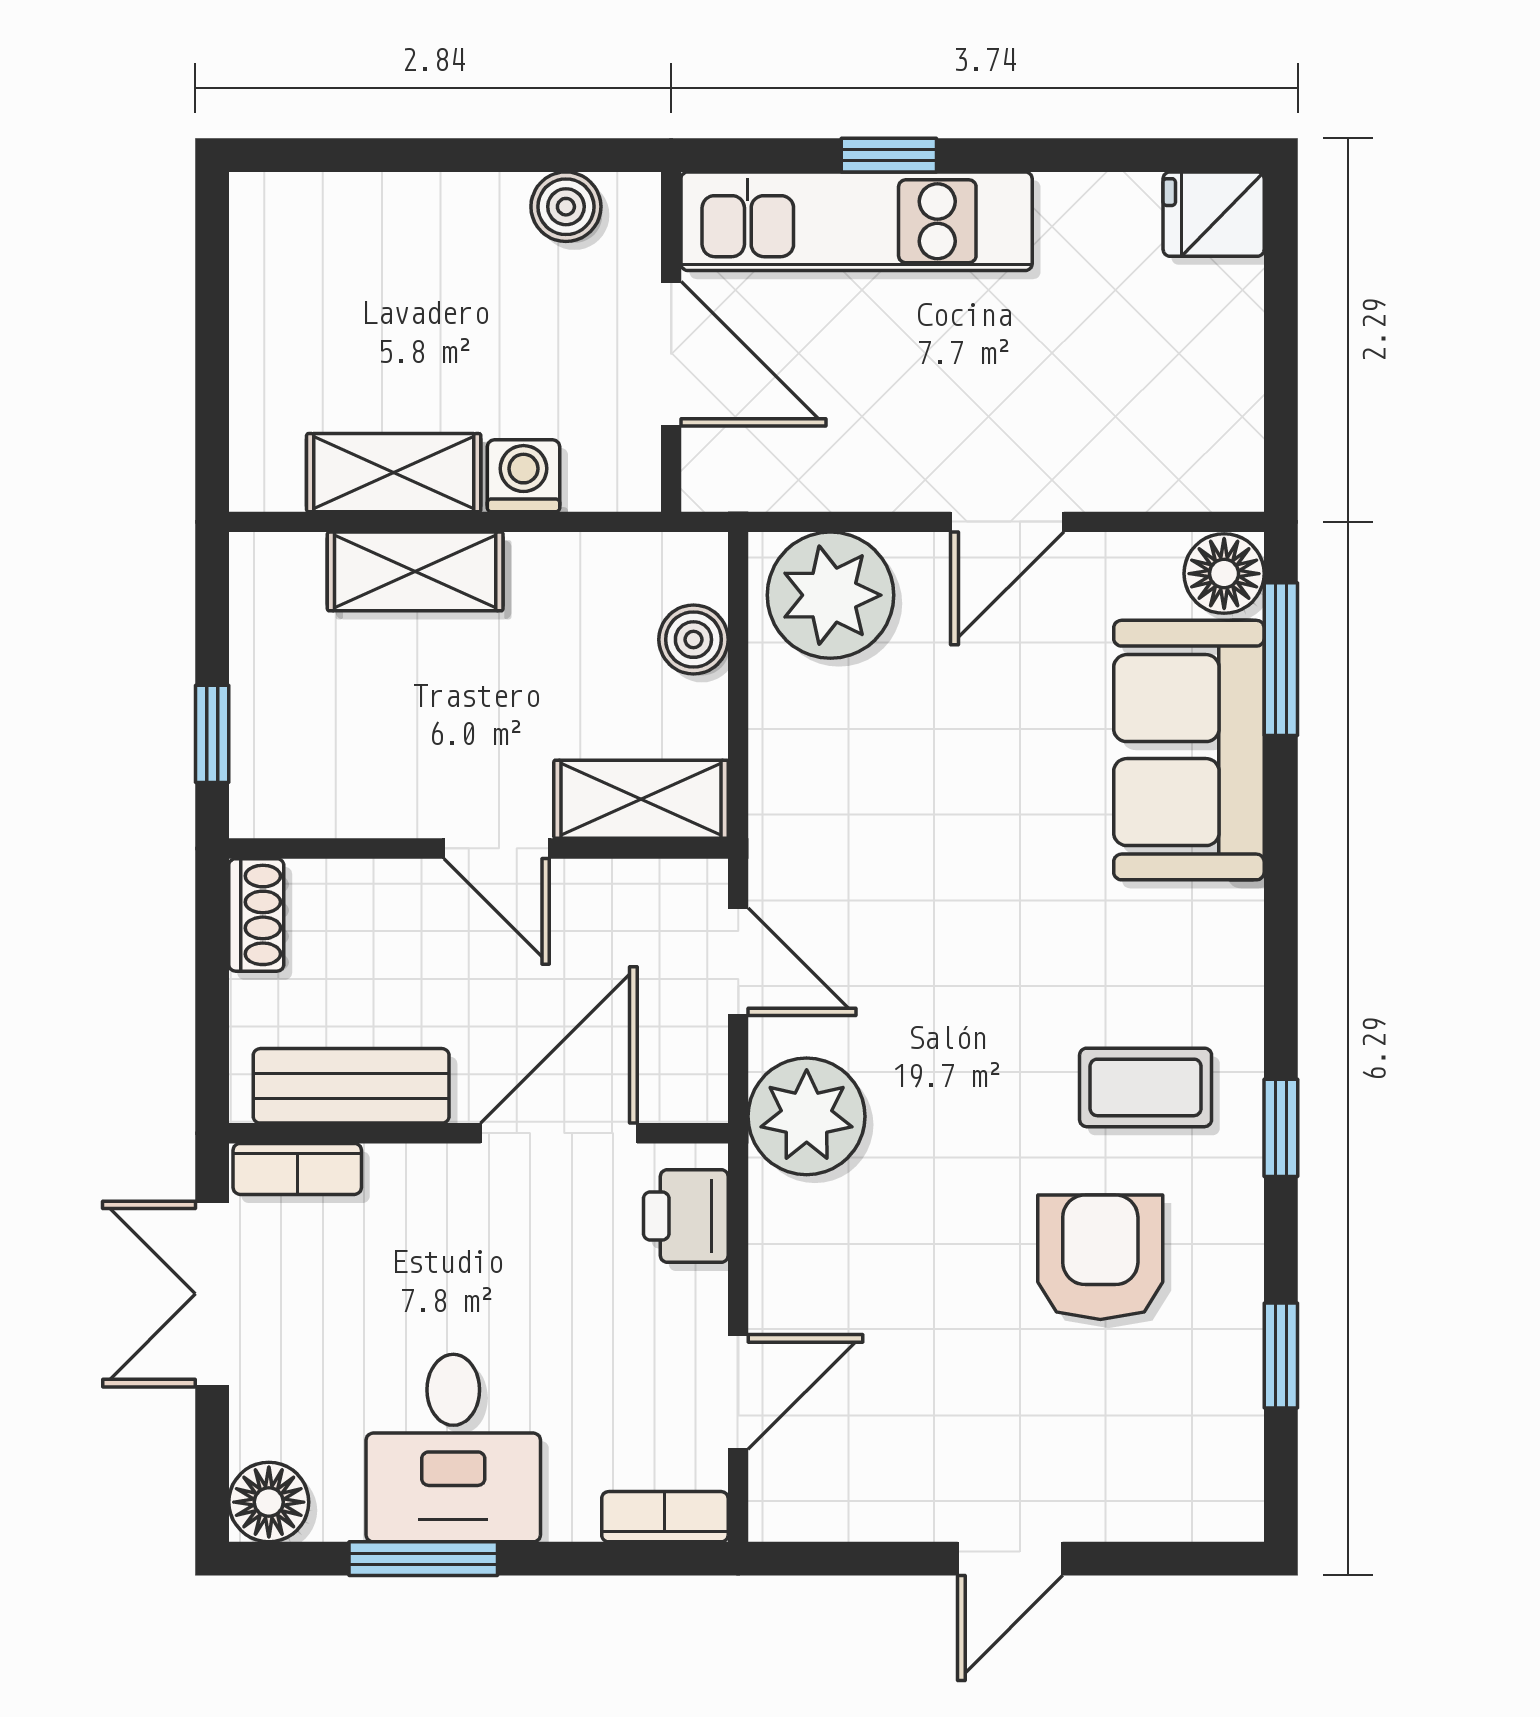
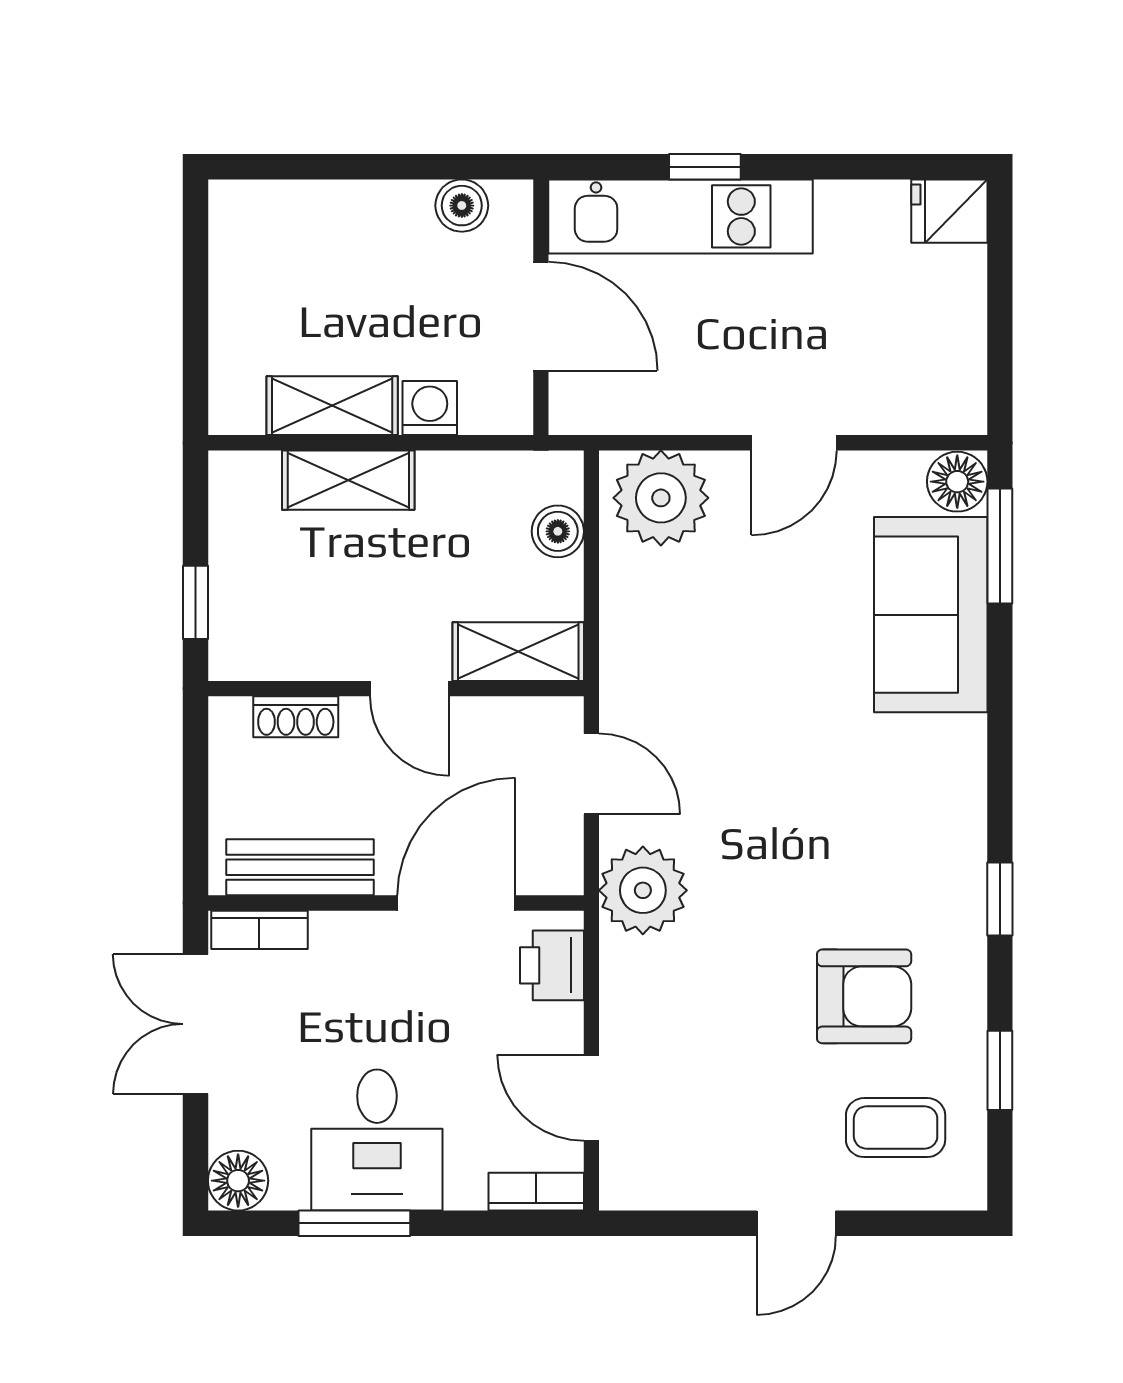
shoe rack: (256, 915) -> (296, 717), moved, turned 90
coffee table: (1146, 1087) -> (896, 1128), moved
armchair: (1100, 1257) -> (864, 996), turned 90
door: (738, 1392) -> (591, 1098), swing flipped

